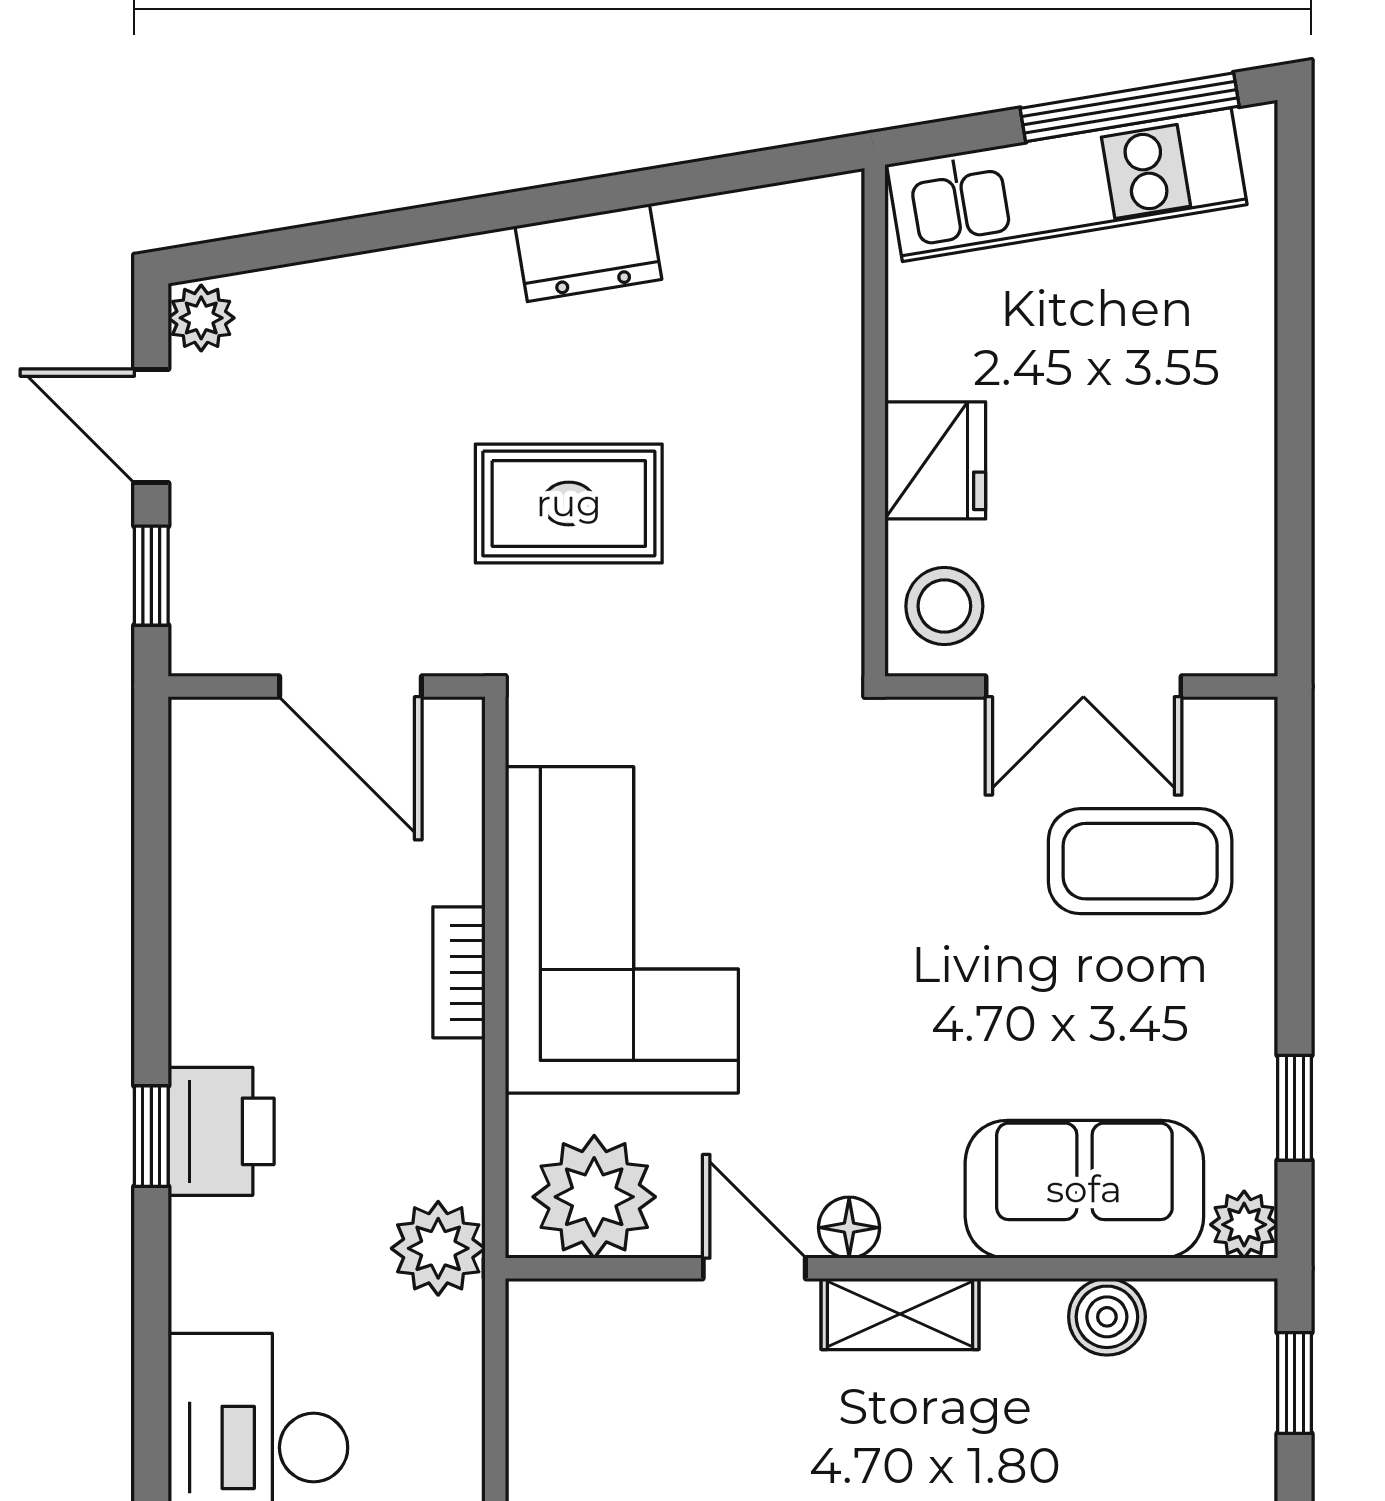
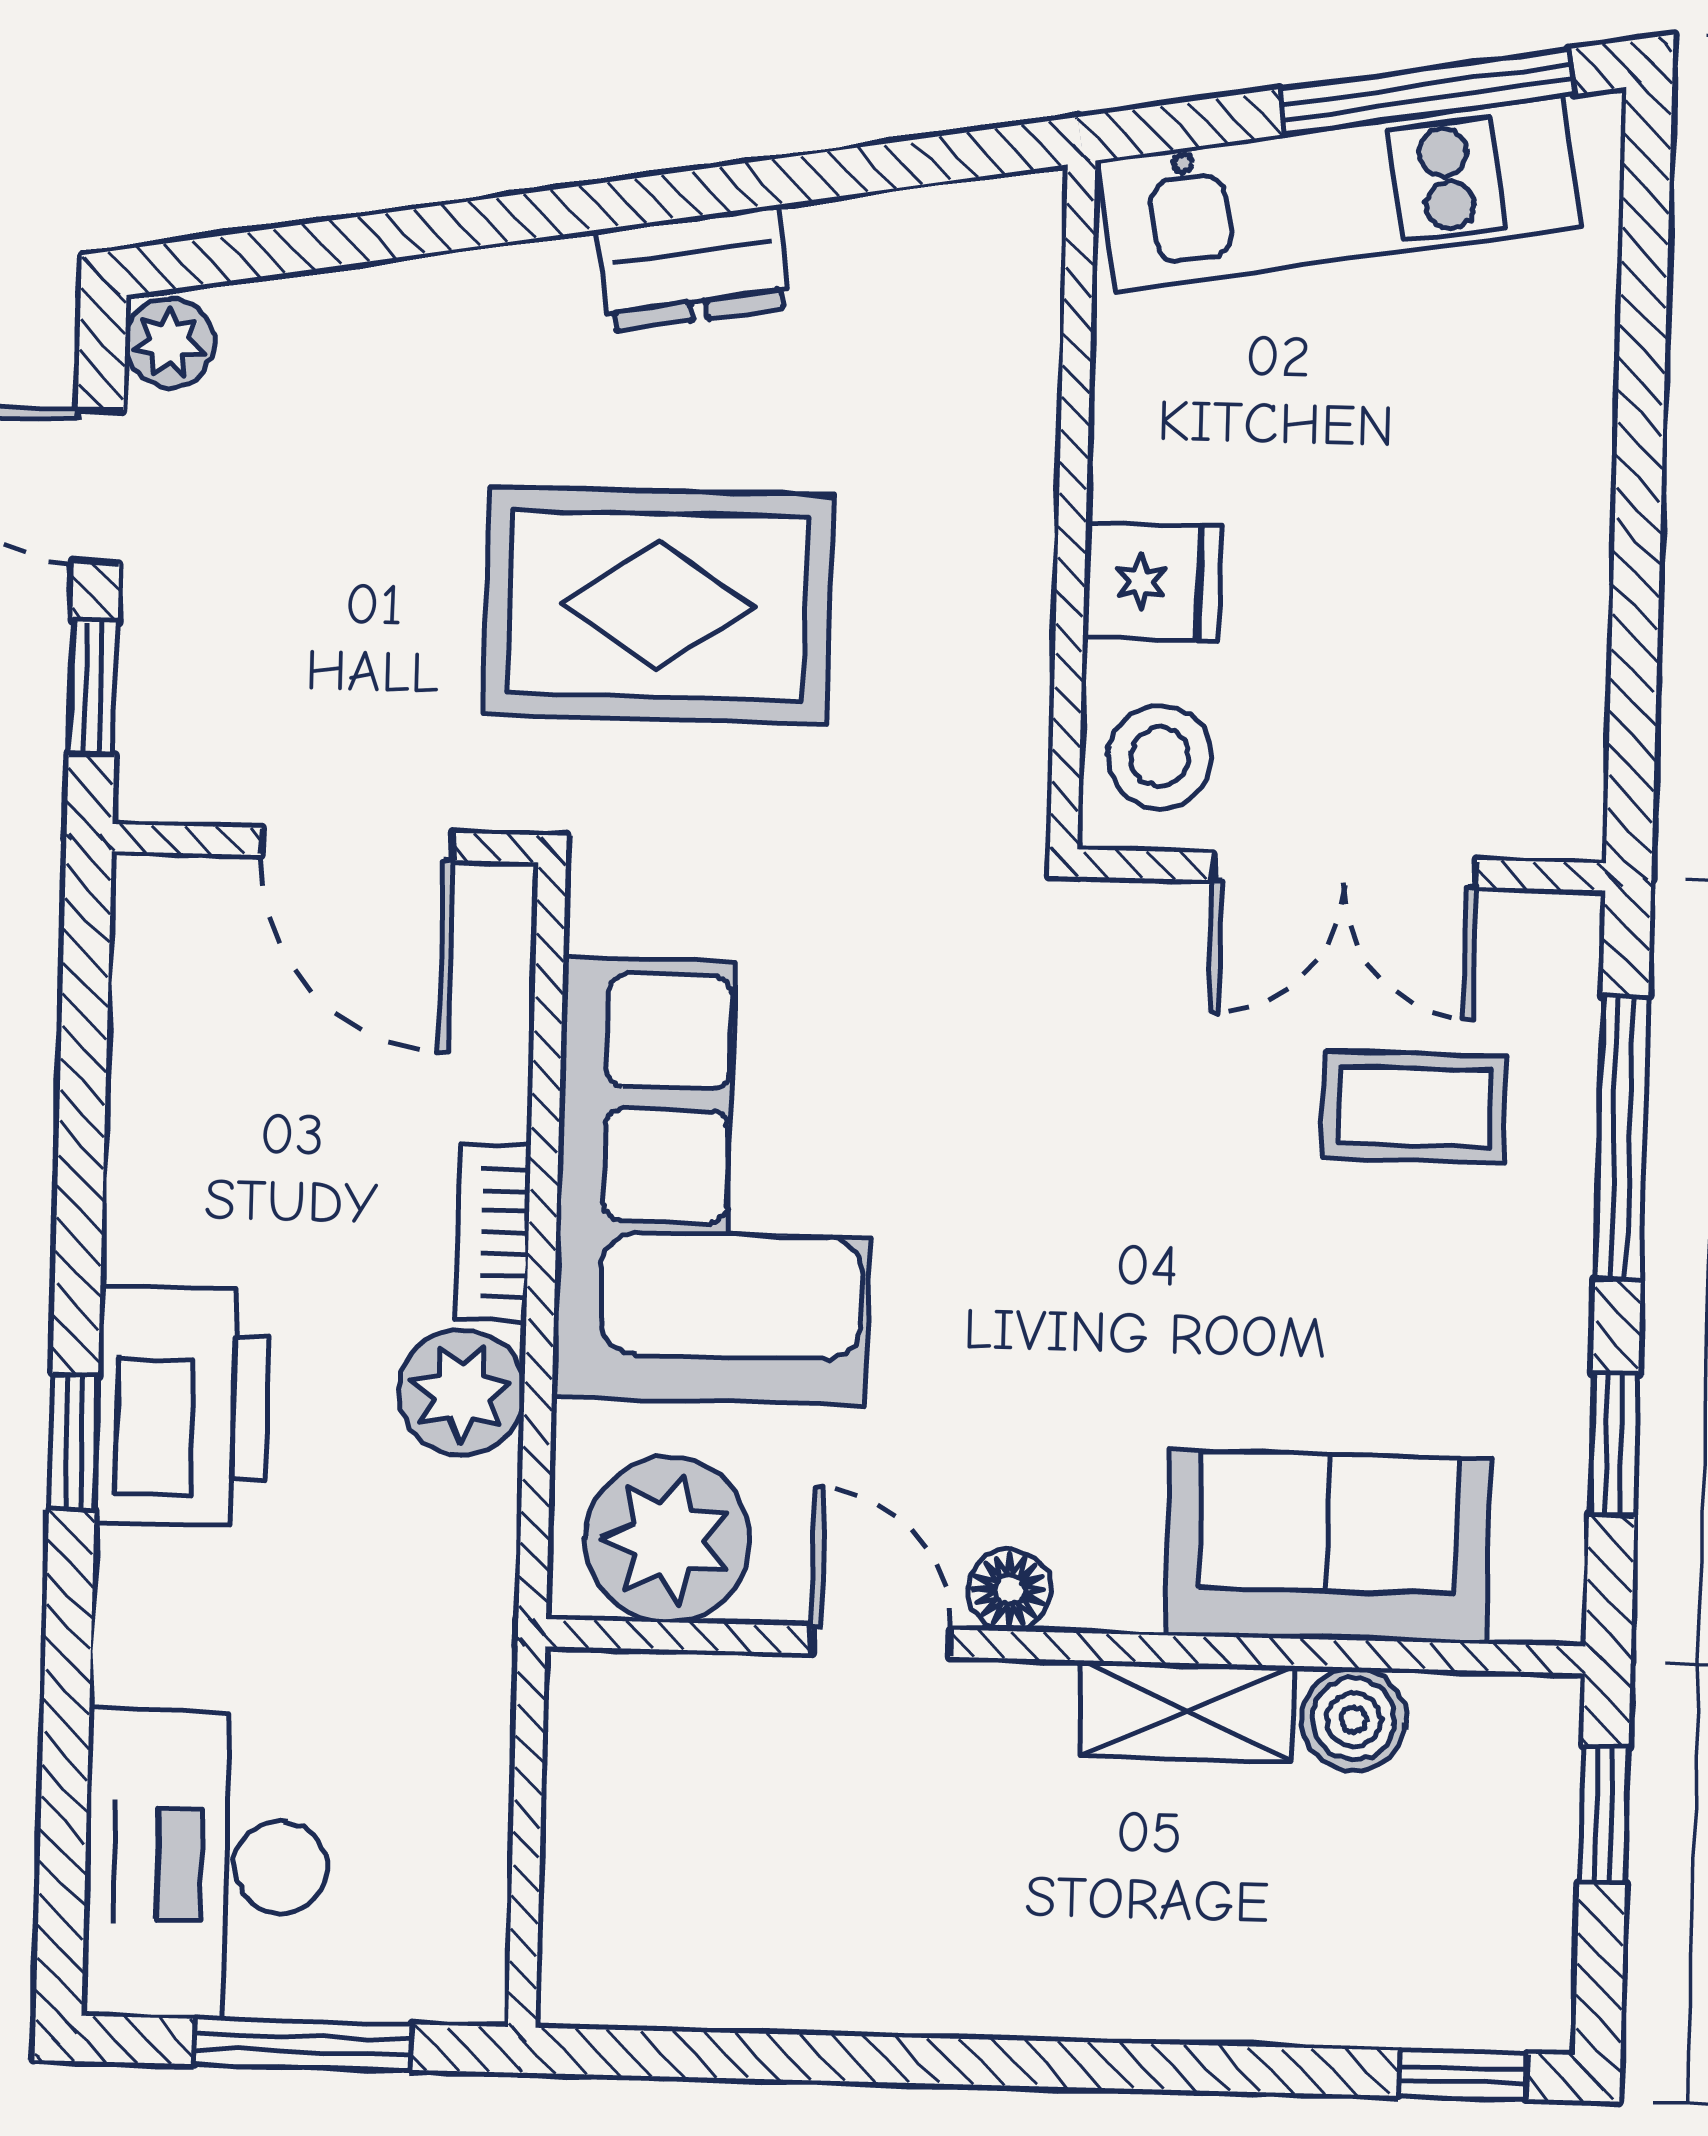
fridge: (935, 460) -> (1152, 582), width x0.72
rug: (569, 503) -> (658, 605), width x1.36, depth x1.43
coffee table: (1140, 861) -> (1414, 1107), width x0.73, depth x0.77
window: (1295, 880) -> (1622, 1138), added
printer: (221, 1131) -> (182, 1406), width x1.37, depth x1.19
plant: (1244, 1225) -> (1542, 1600), removed
plant: (438, 1248) -> (461, 1392), moved
shelving: (900, 1314) -> (1187, 1711), moved

